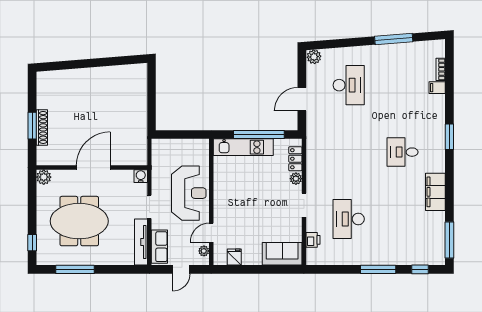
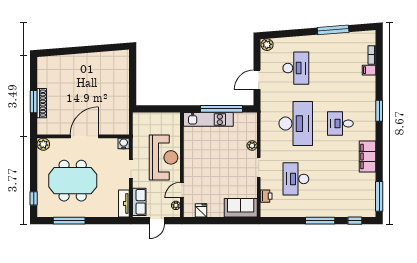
desk: (349, 152) -> (296, 124), added
locker: (295, 159) -> (252, 129), removed
tv unit: (141, 242) -> (124, 204), width x0.71

